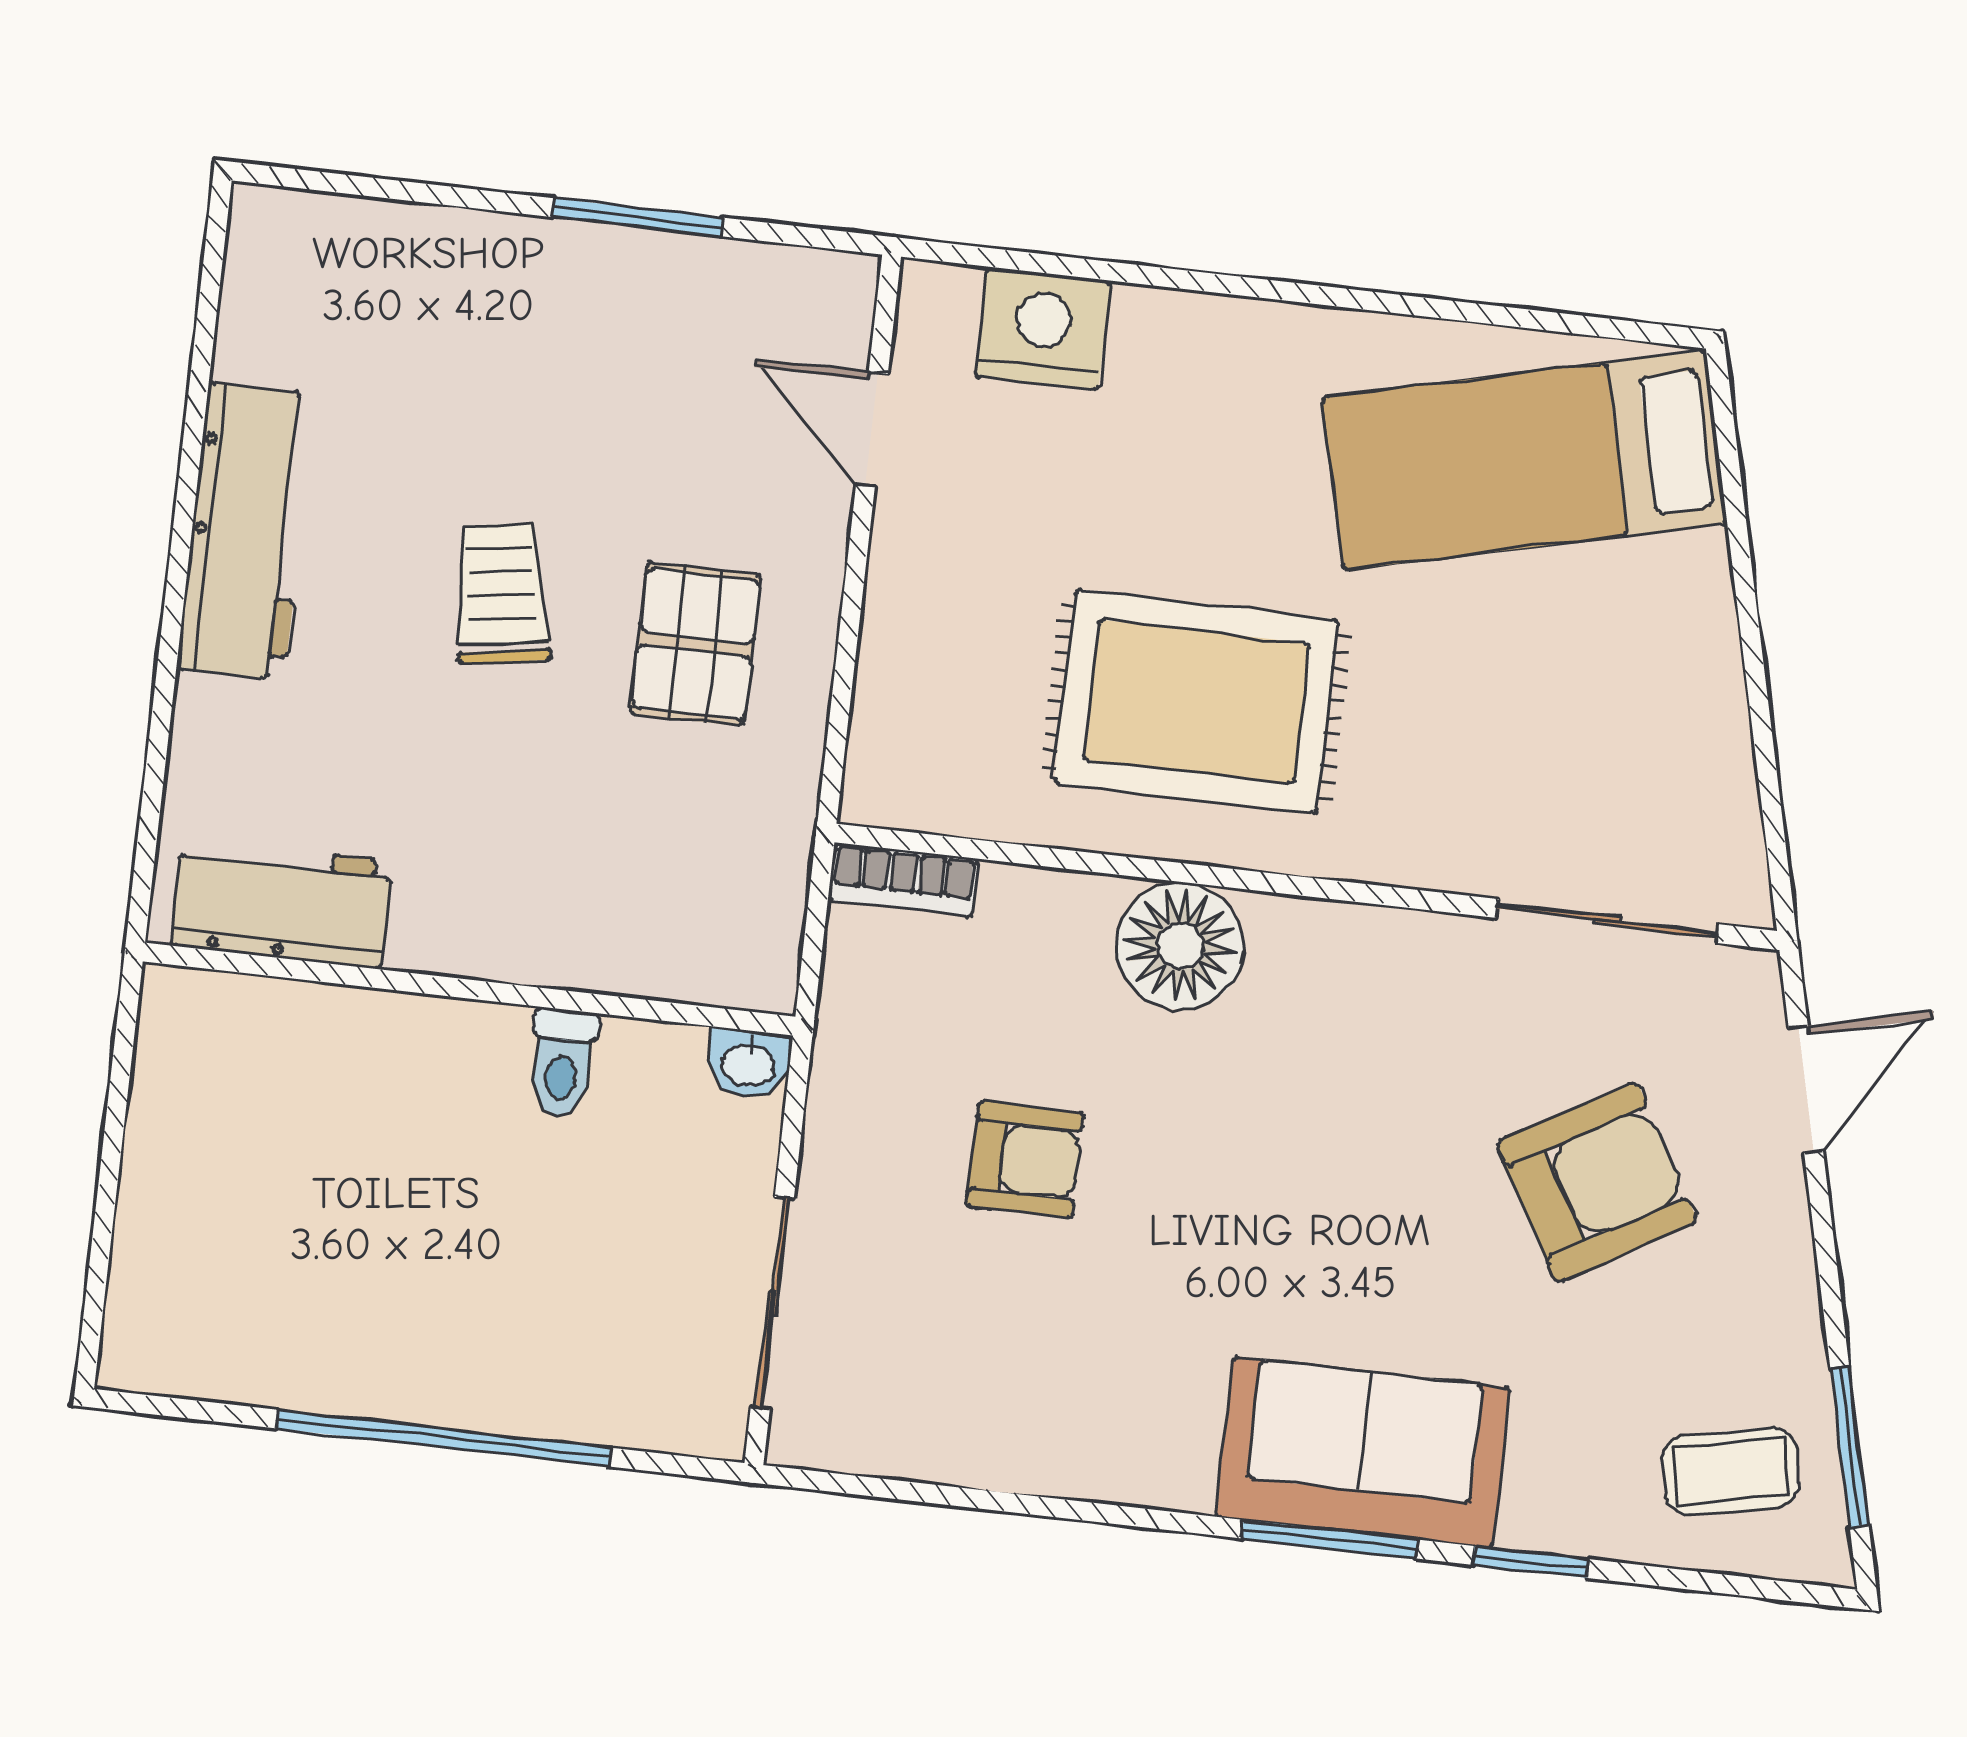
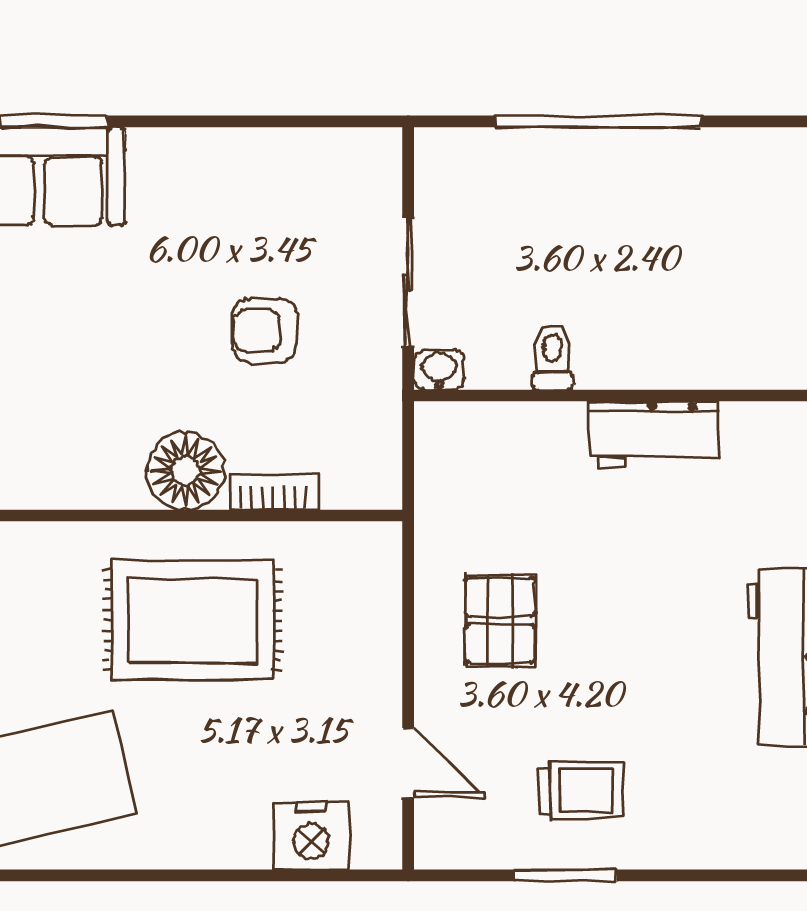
trolley: (502, 593) -> (580, 791), moved, turned -81
bookcase: (903, 879) -> (273, 492), moved
workbench: (282, 903) -> (653, 435), moved
sliding door: (772, 1303) -> (408, 282), moved

